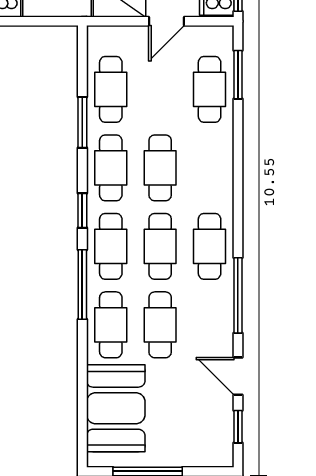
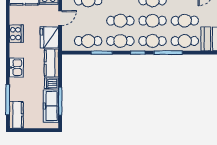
door: (166, 21) -> (60, 18), hinge flipped

